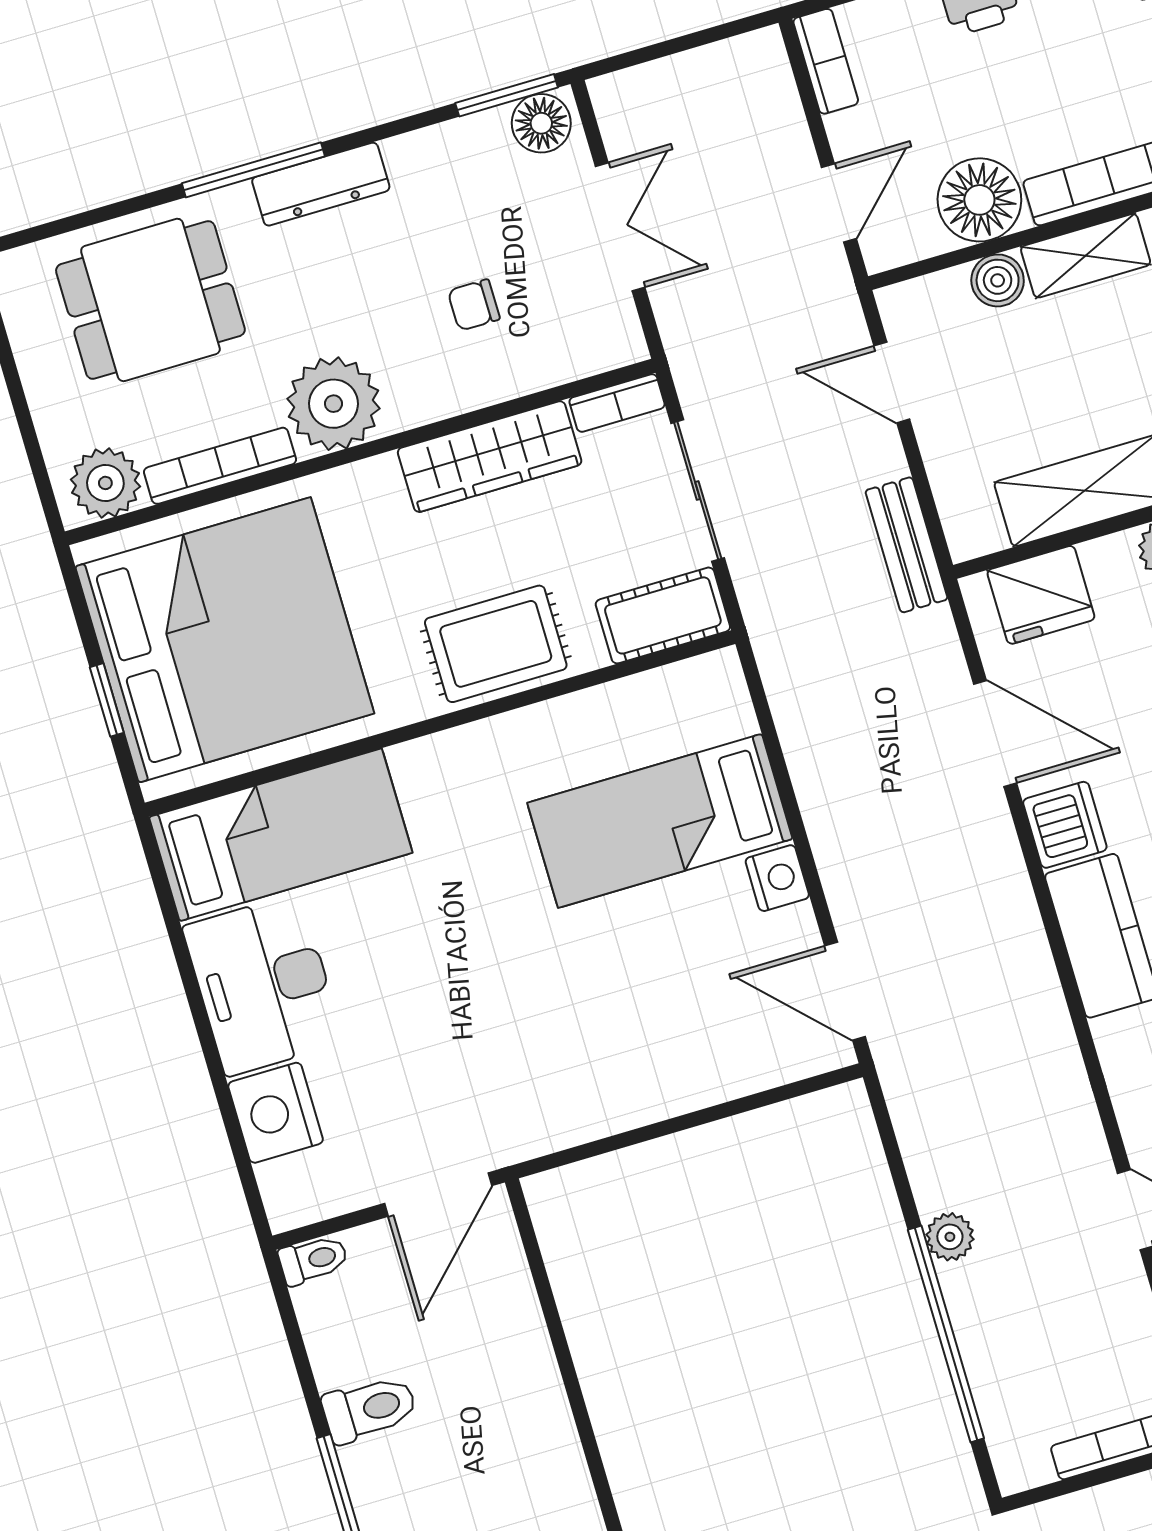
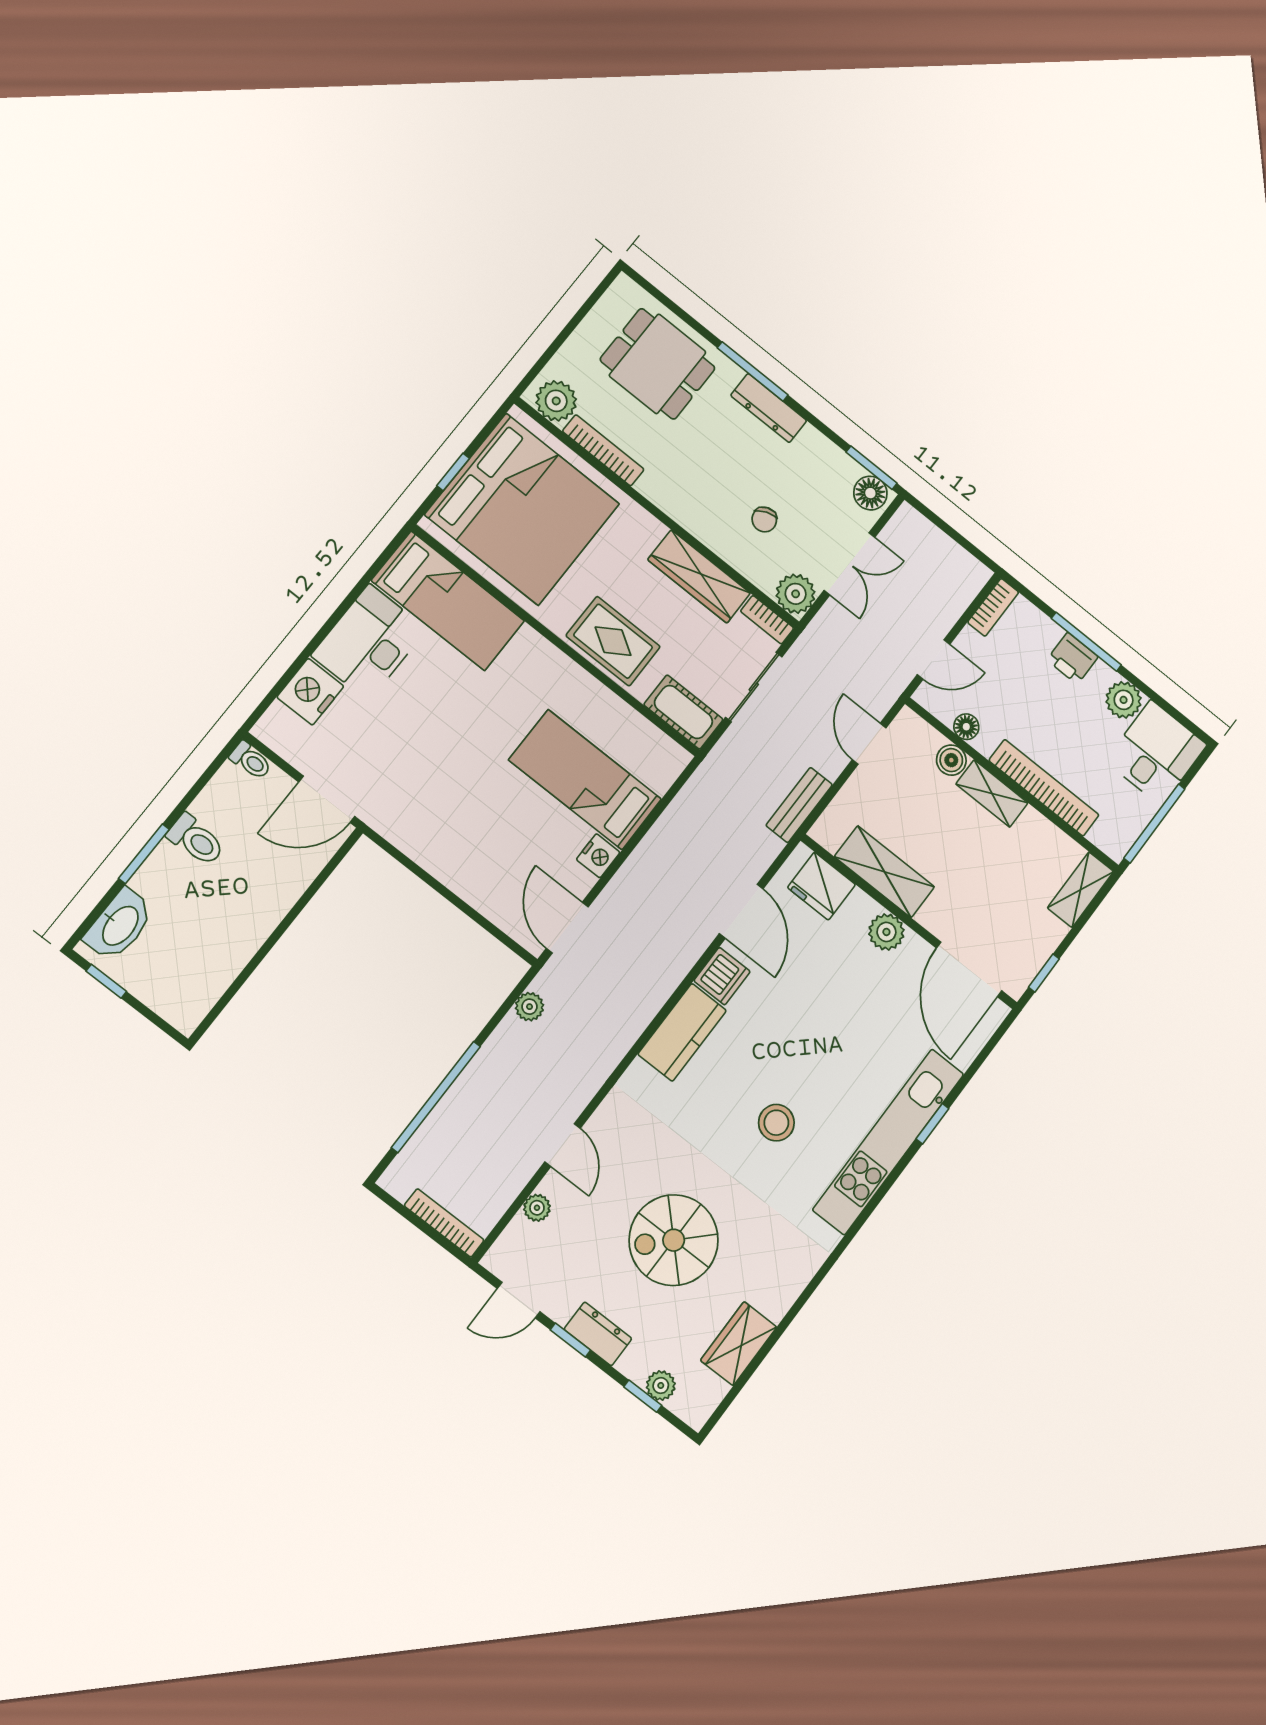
floor lamp: (979, 200) -> (966, 727), width x0.53, depth x0.53
chair: (474, 305) -> (764, 520), turned -111
plant: (333, 404) -> (796, 594), moved, width x0.73, depth x0.73
plant: (950, 1237) -> (529, 1007), moved

